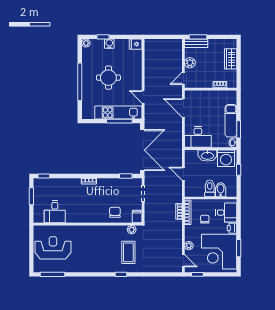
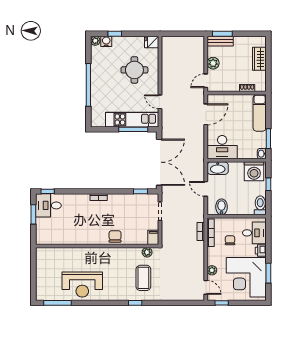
water cooler: (109, 44) -> (106, 41), moved
round table: (108, 78) -> (134, 70), moved
door: (183, 108) -> (206, 114), swing flipped
exam couch: (231, 121) -> (260, 113), moved
washbasin: (207, 155) -> (218, 168), moved
toilet: (210, 188) -> (260, 205), moved
bidet: (221, 190) -> (222, 207), moved
desk: (55, 212) -> (48, 205), moved, turned 90
chair: (115, 212) -> (115, 236), moved
reception desk: (53, 248) -> (82, 285), moved, turned 180

